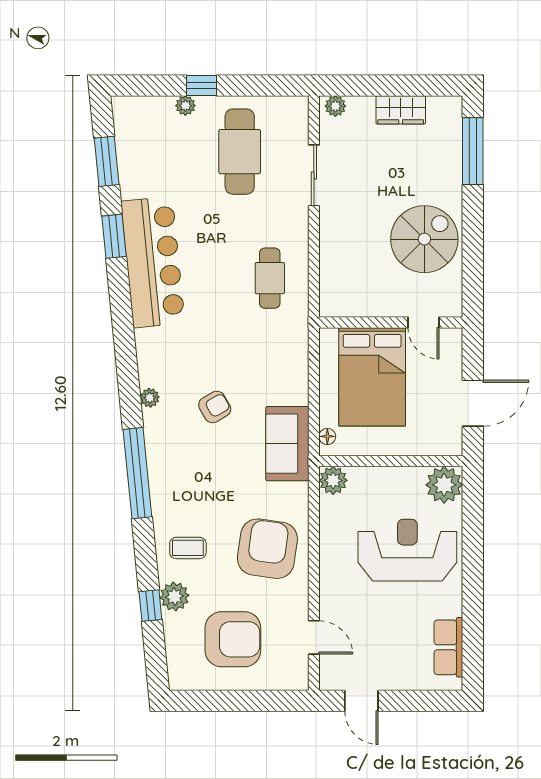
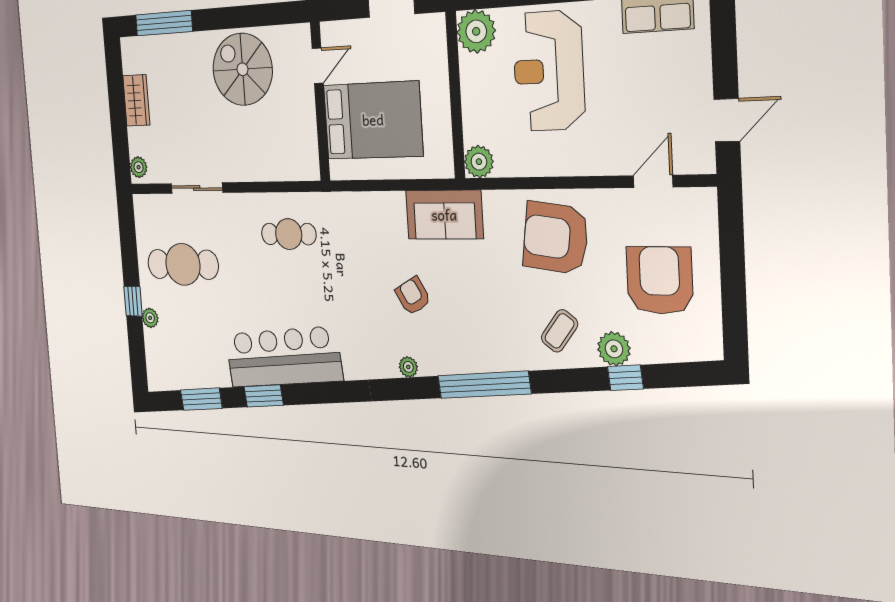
floor lamp: (327, 436) -> (434, 169), removed
coffee table: (188, 548) -> (560, 331), turned 37

